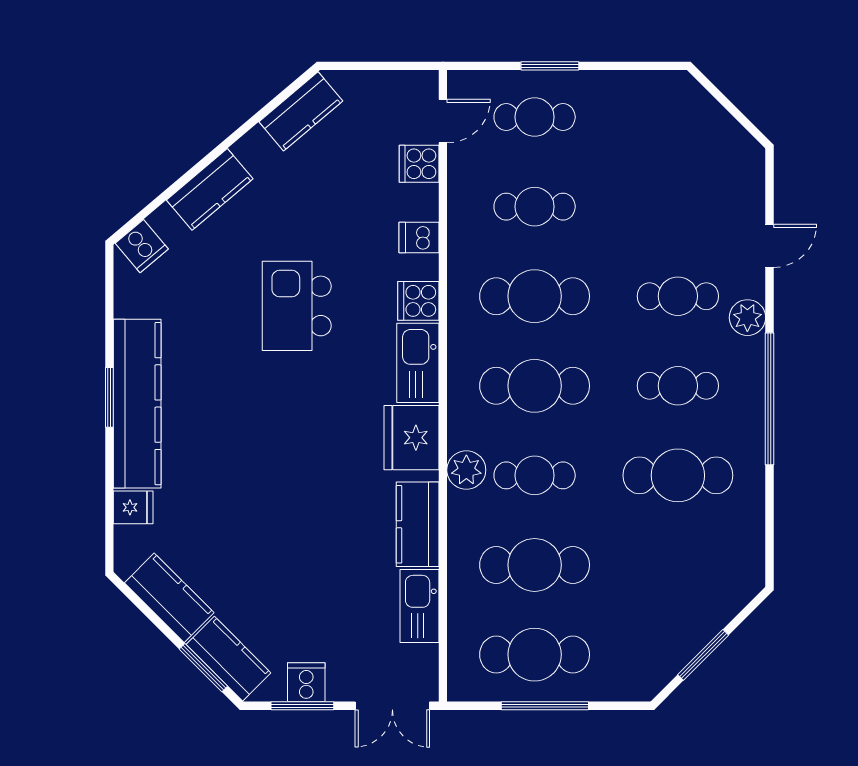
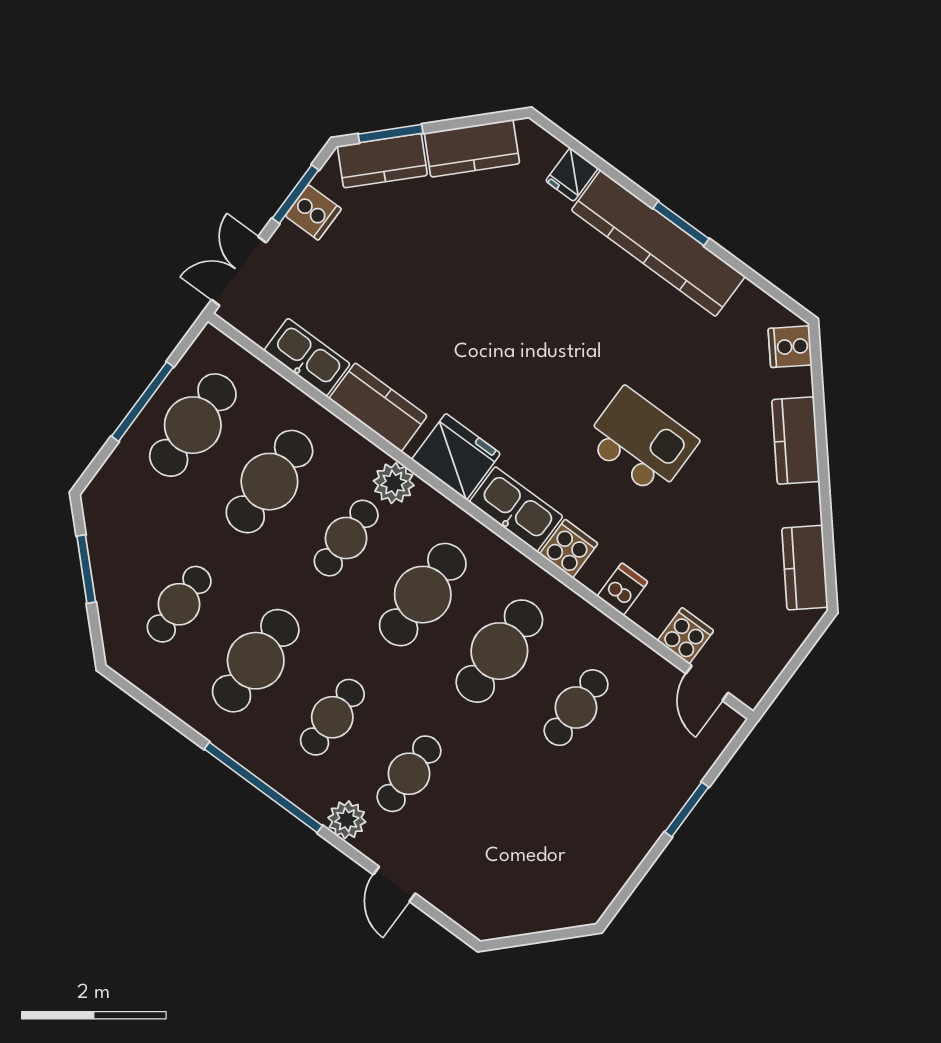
cafe table: (535, 117) -> (179, 604), moved

